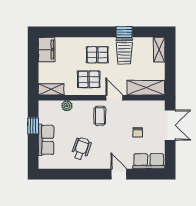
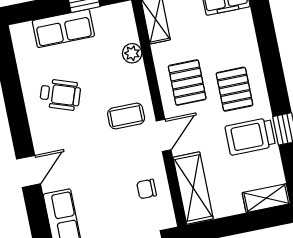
chair: (138, 132) -> (147, 189), moved

